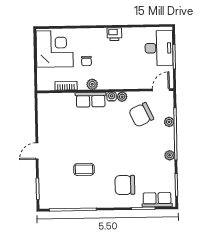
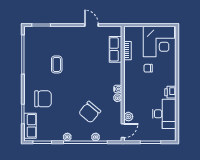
desk: (159, 48) -> (164, 114), moved, turned -90
plant: (92, 84) -> (128, 117), moved
door: (161, 90) -> (123, 131), hinge flipped
row of seats: (91, 100) -> (115, 49), moved
chair: (141, 115) -> (90, 112), moved, turned -115
door: (37, 151) -> (91, 25), moved
chair: (125, 185) -> (43, 99), turned 90

